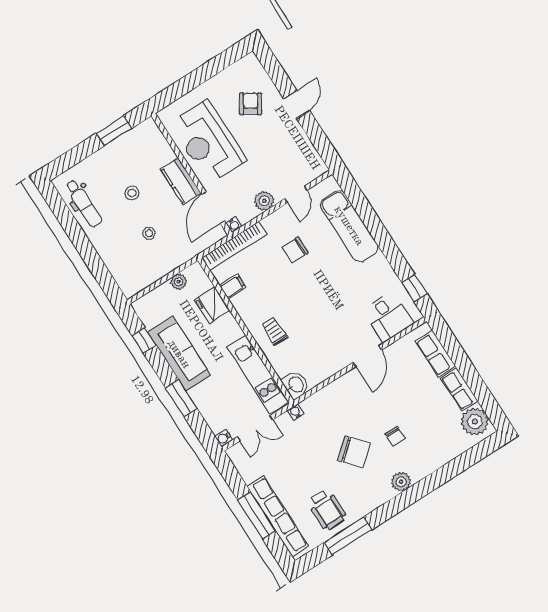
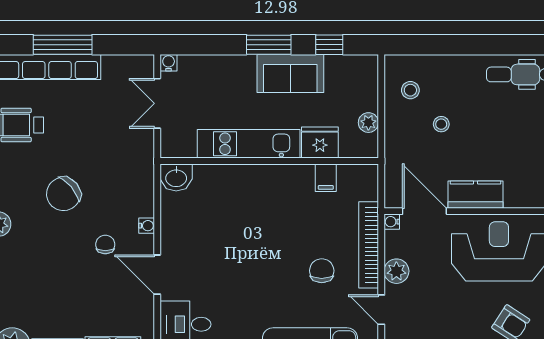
stool: (132, 193) -> (410, 90), moved
bookcase: (234, 246) -> (369, 245), moved
trolley: (274, 331) -> (249, 192), removed
sofa: (179, 354) -> (290, 74), width x0.73
kitchen unit: (258, 375) -> (249, 144), moved
window: (181, 398) -> (269, 45), moved
water cooler: (296, 412) -> (147, 226), moved
chair: (395, 436) -> (105, 245), moved, turned 90

